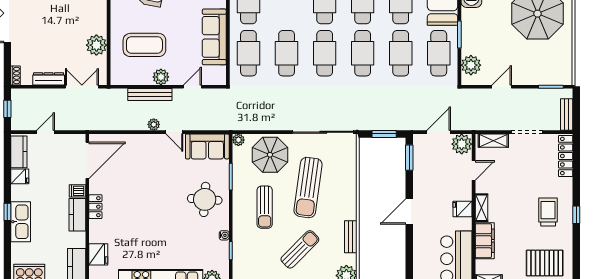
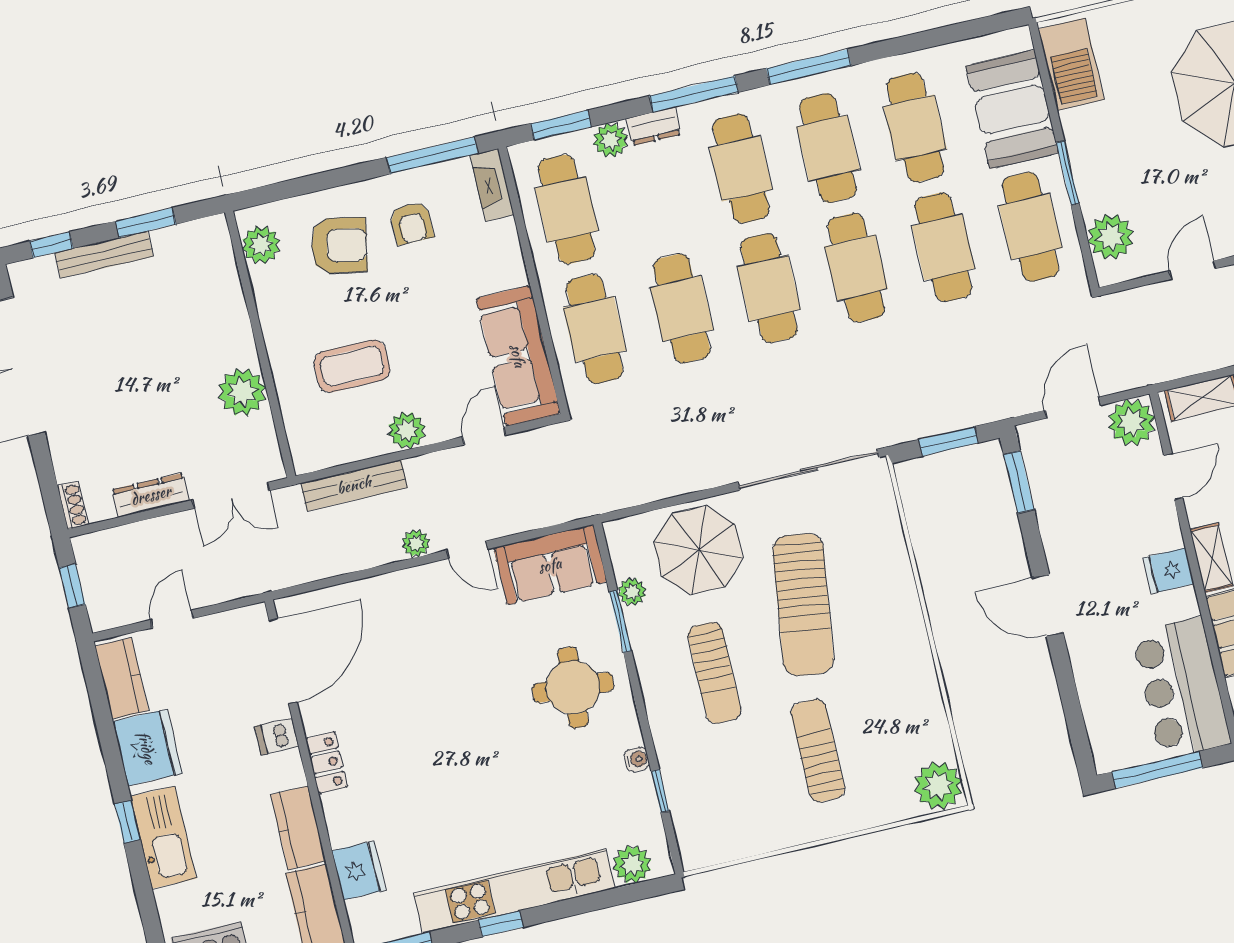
sofa: (214, 37) -> (518, 356), moved
coffee table: (144, 45) -> (352, 366), width x0.73, depth x0.76
double door: (82, 87) -> (231, 495), swing flipped
bench: (150, 95) -> (354, 485), moved
plant: (238, 140) -> (632, 592), moved
fridge: (20, 176) -> (147, 748), width x1.88, depth x1.34
door: (409, 212) -> (1048, 605), hinge flipped
kitchen counter: (77, 215) -> (298, 828), moved
bench: (351, 237) -> (927, 694), removed
sun lounger: (300, 249) -> (818, 751), turned -45

